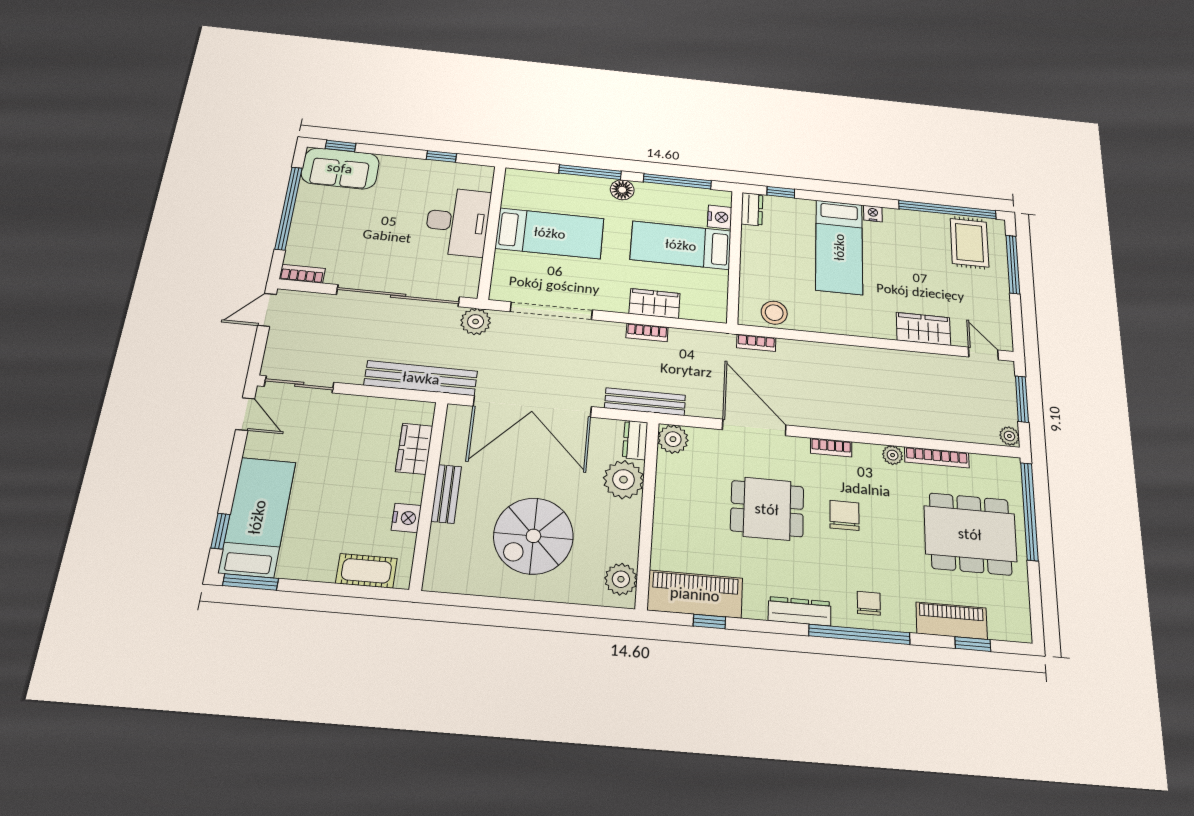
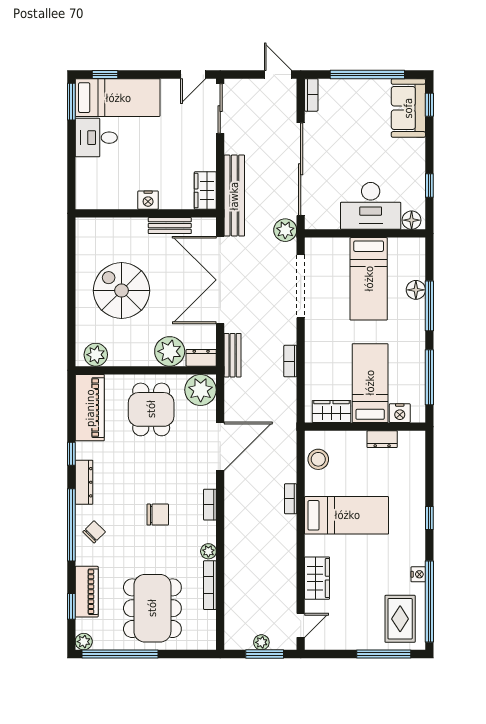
floor lamp: (482, 180) -> (412, 220), added
floor lamp: (622, 190) -> (416, 290), moved
window: (781, 192) -> (429, 518), moved
dresser: (752, 209) -> (382, 439), moved
nightstand: (873, 214) -> (418, 574), moved
rug: (969, 243) -> (400, 619), turned 90
bed: (839, 247) -> (347, 515), moved, turned 180
wardrobe: (655, 303) -> (331, 411), moved, turned -90
bookcase: (756, 343) -> (291, 499), moved
bench: (645, 402) -> (233, 355), width x0.73
plant: (1009, 436) -> (261, 642), moved
plant: (673, 439) -> (201, 390), width x1.36, depth x1.36
wardrobe: (414, 449) -> (205, 191), moved, turned -90
bench: (446, 494) -> (170, 226), moved
dining table: (767, 509) -> (151, 409), moved
window: (1029, 511) -> (120, 654), moved
nightstand: (406, 518) -> (148, 200), moved
desk: (310, 551) -> (96, 138), added
cot: (366, 571) -> (86, 178), removed
chair: (869, 603) -> (94, 532), turned -45
window: (709, 621) -> (71, 454), moved
plant: (1020, 631) -> (84, 642), added

